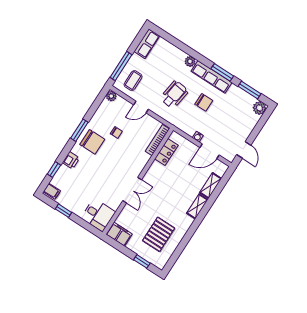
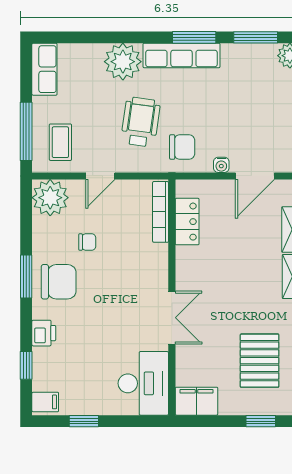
plant: (190, 61) -> (123, 62), width x1.88, depth x1.88
plant: (111, 96) -> (50, 198), width x1.88, depth x1.88
chair: (204, 102) -> (182, 147), moved
desk: (98, 215) -> (143, 383), width x1.37

